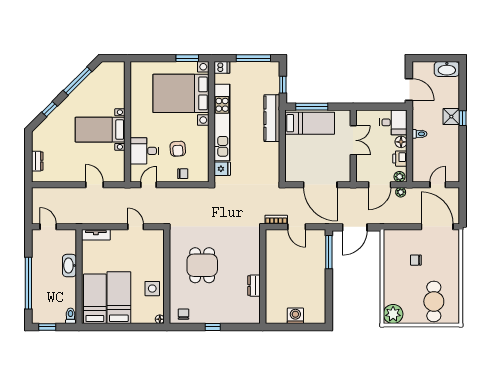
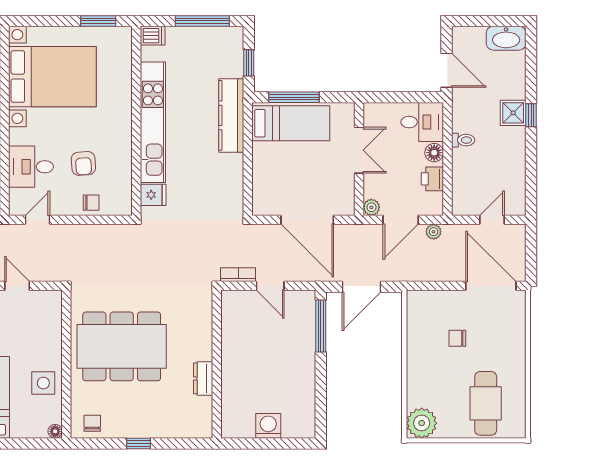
bed with nightstands: (181, 93) -> (52, 77), moved, turned 180
plant: (400, 177) -> (371, 207), moved
dining table: (202, 265) -> (122, 346), width x1.88, depth x1.24

